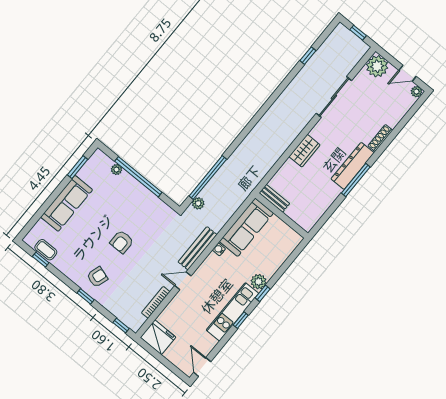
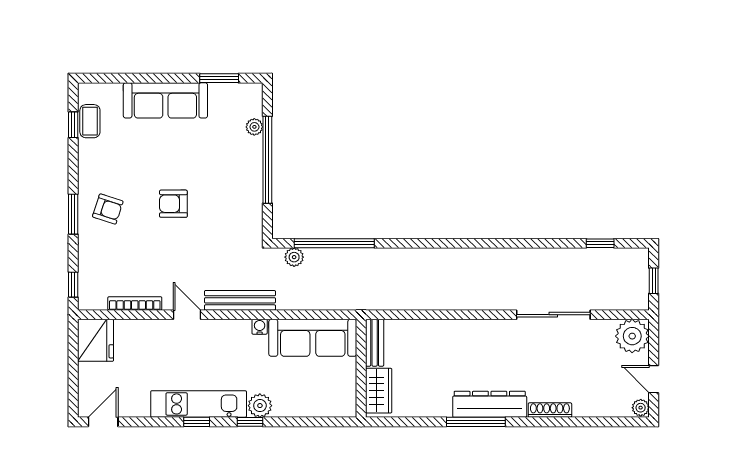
window: (308, 56) -> (600, 243), moved
wardrobe: (305, 151) -> (379, 391), moved, turned -90
window: (86, 296) -> (73, 214), width x1.50

